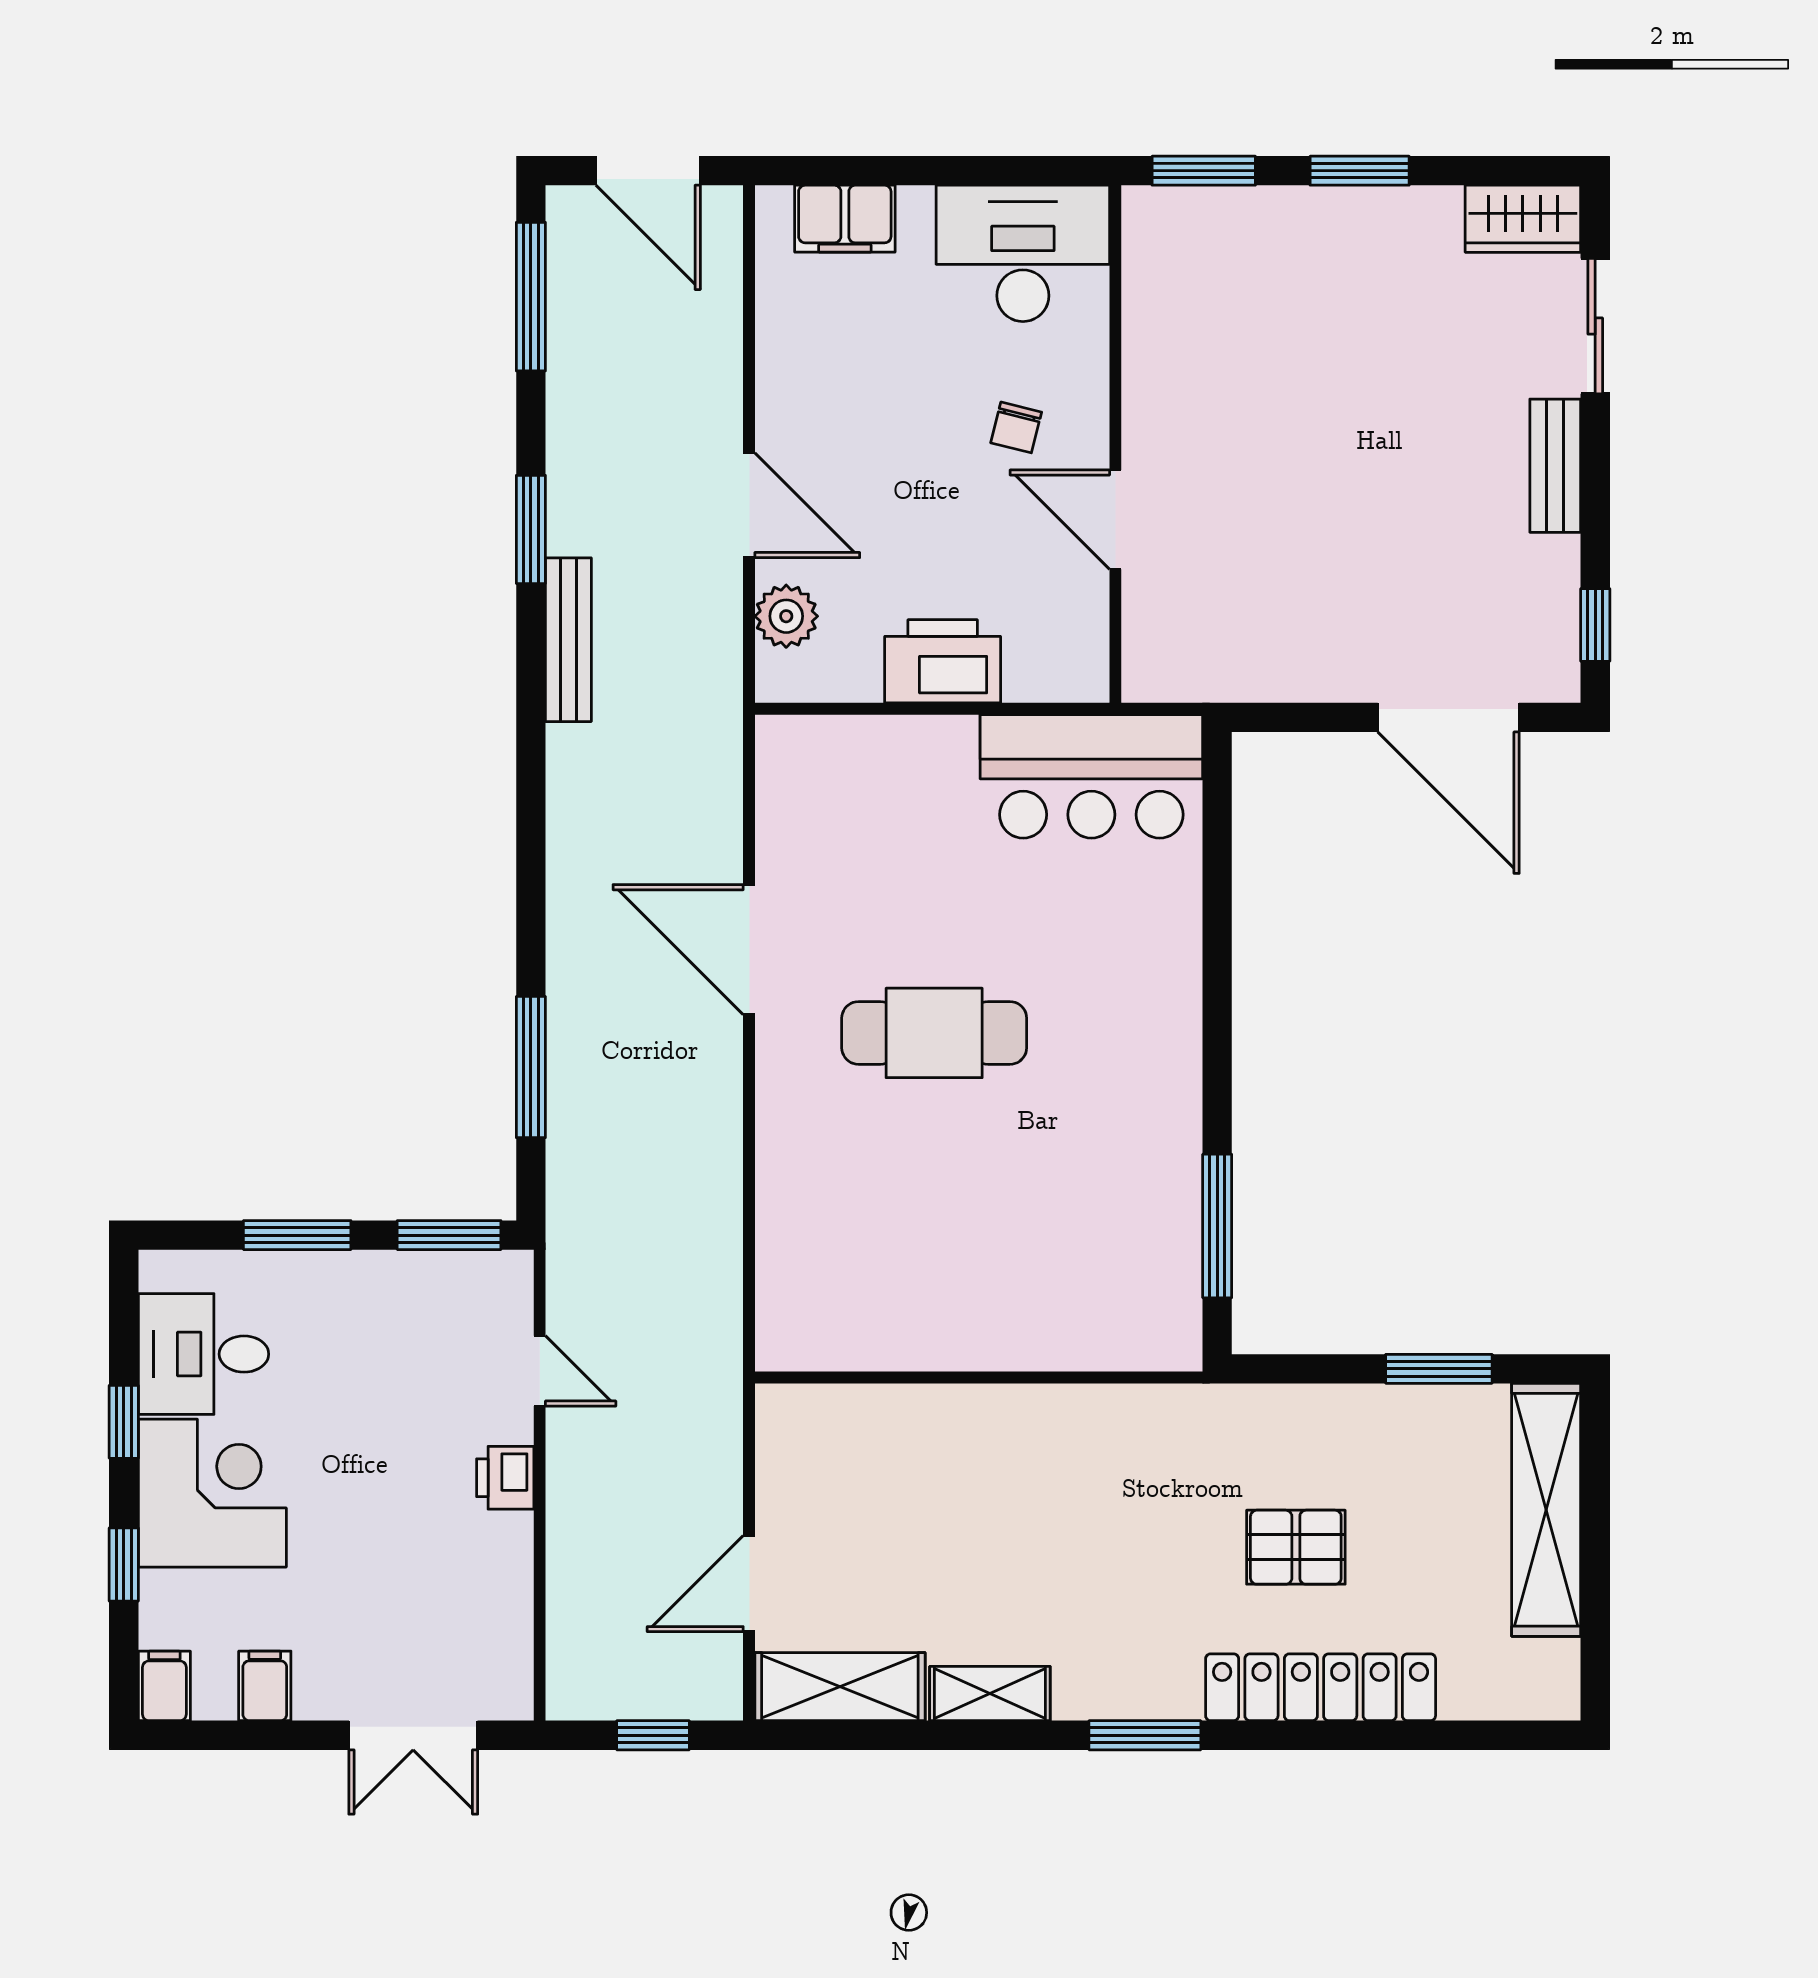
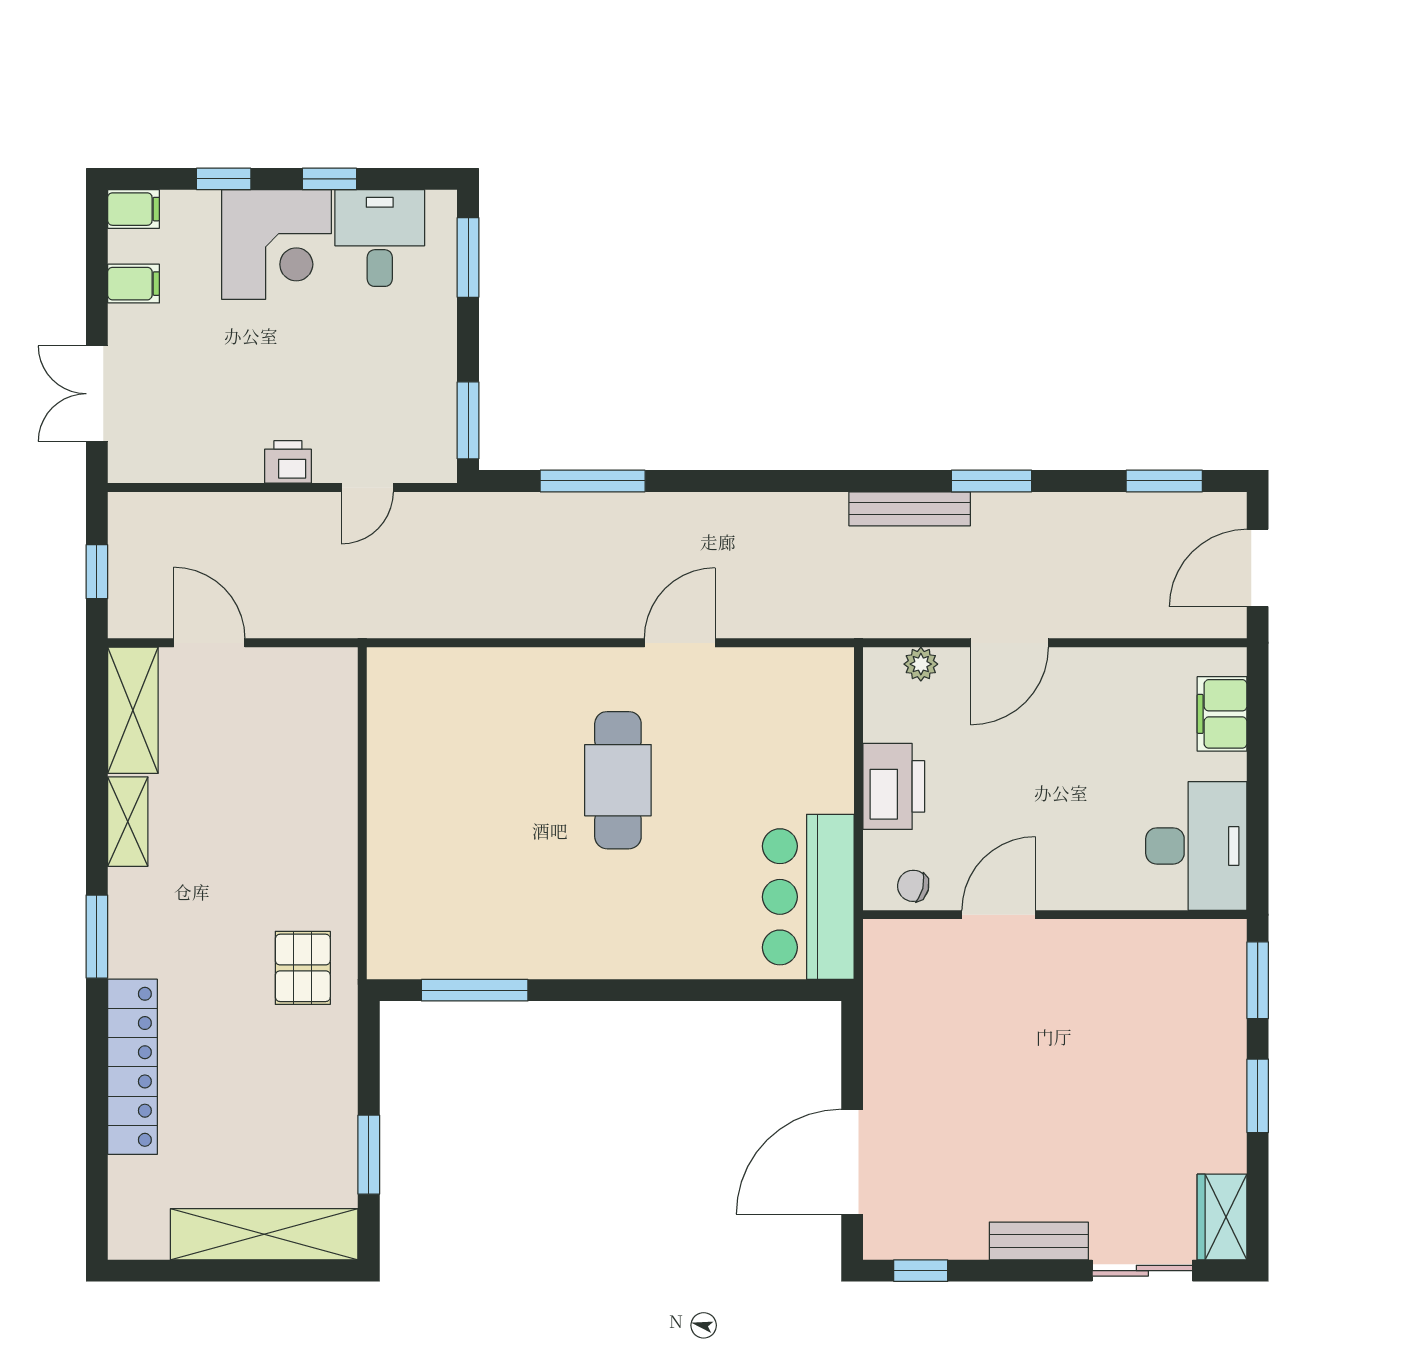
window: (531, 297) -> (1164, 481), width x0.69
chair: (1016, 427) -> (913, 886), moved
plant: (786, 616) -> (921, 664), width x0.73, depth x0.73
door: (749, 950) -> (680, 643), width x0.73
window: (297, 1235) -> (468, 257), moved
pallet: (1296, 1547) -> (303, 968), moved

